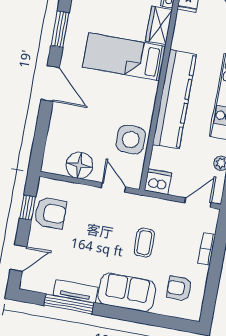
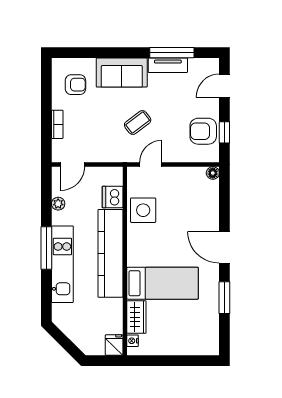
floor lamp: (79, 165) -> (213, 173), moved, width x0.53, depth x0.53
dishwasher: (158, 182) -> (113, 197), moved, turned 90
door: (113, 187) -> (151, 164), swing flipped
coffee table: (144, 243) -> (138, 122), moved, turned 53

